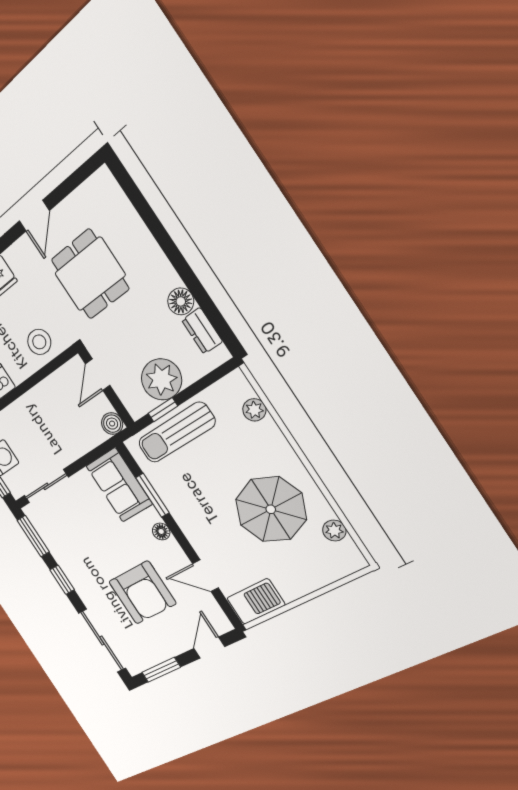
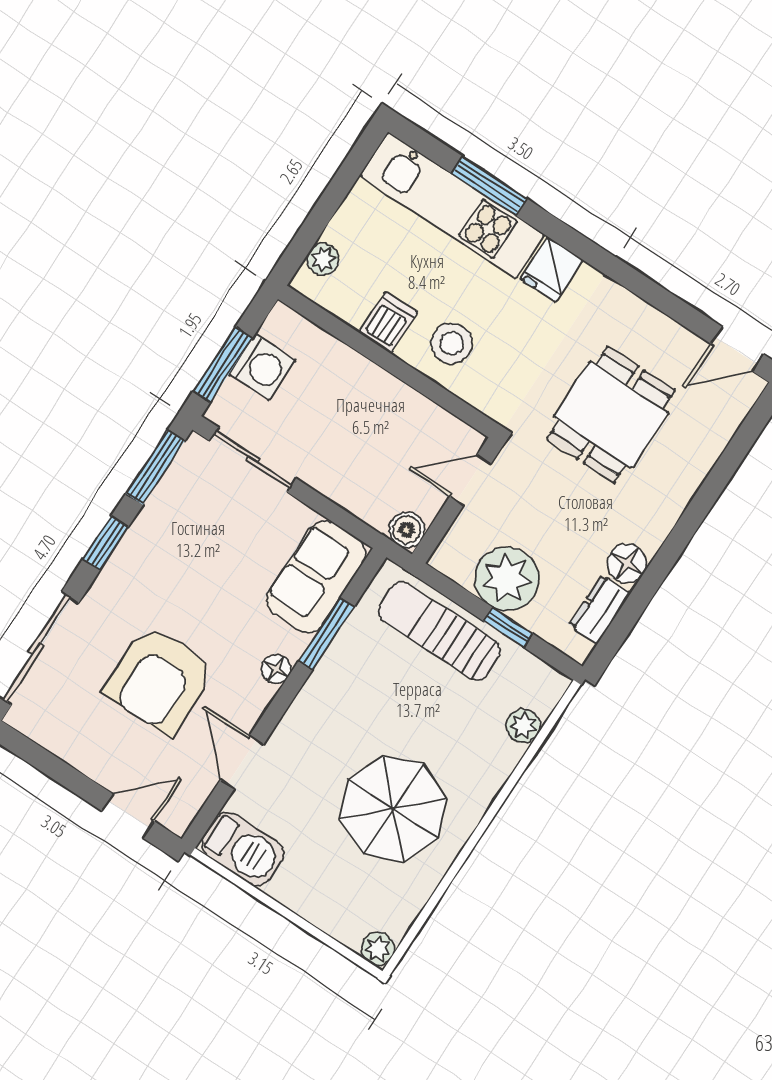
door: (34, 216) -> (737, 349), moved
stool: (39, 342) -> (452, 343), moved
window: (163, 410) -> (508, 627), moved
plant: (334, 531) -> (378, 949), moved
window: (161, 670) -> (44, 761), removed

